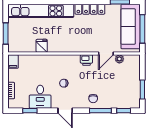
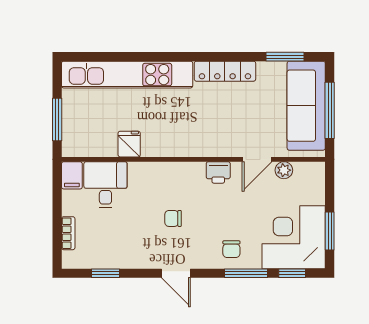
corner desk: (124, 93) -> (294, 237), added
desk: (40, 97) -> (105, 185), moved, turned 180

